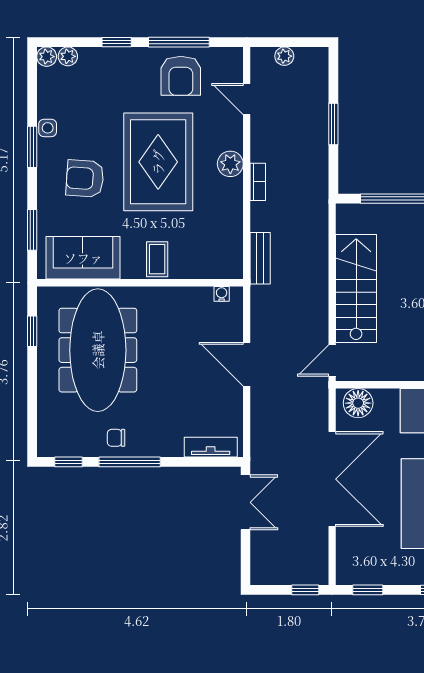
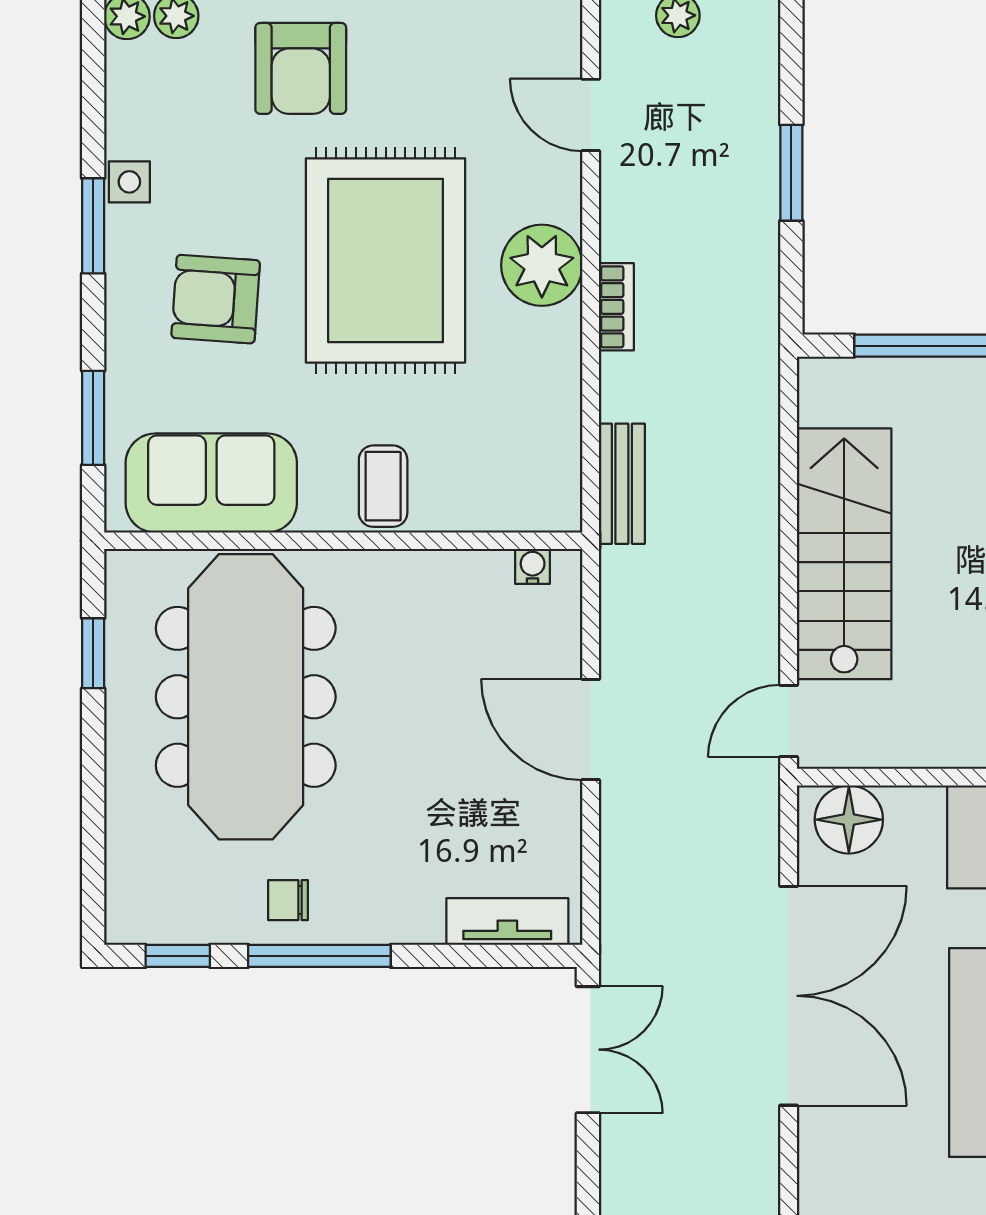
armchair: (181, 76) -> (301, 68), moved
plant: (230, 164) -> (542, 265), width x1.36, depth x1.36

